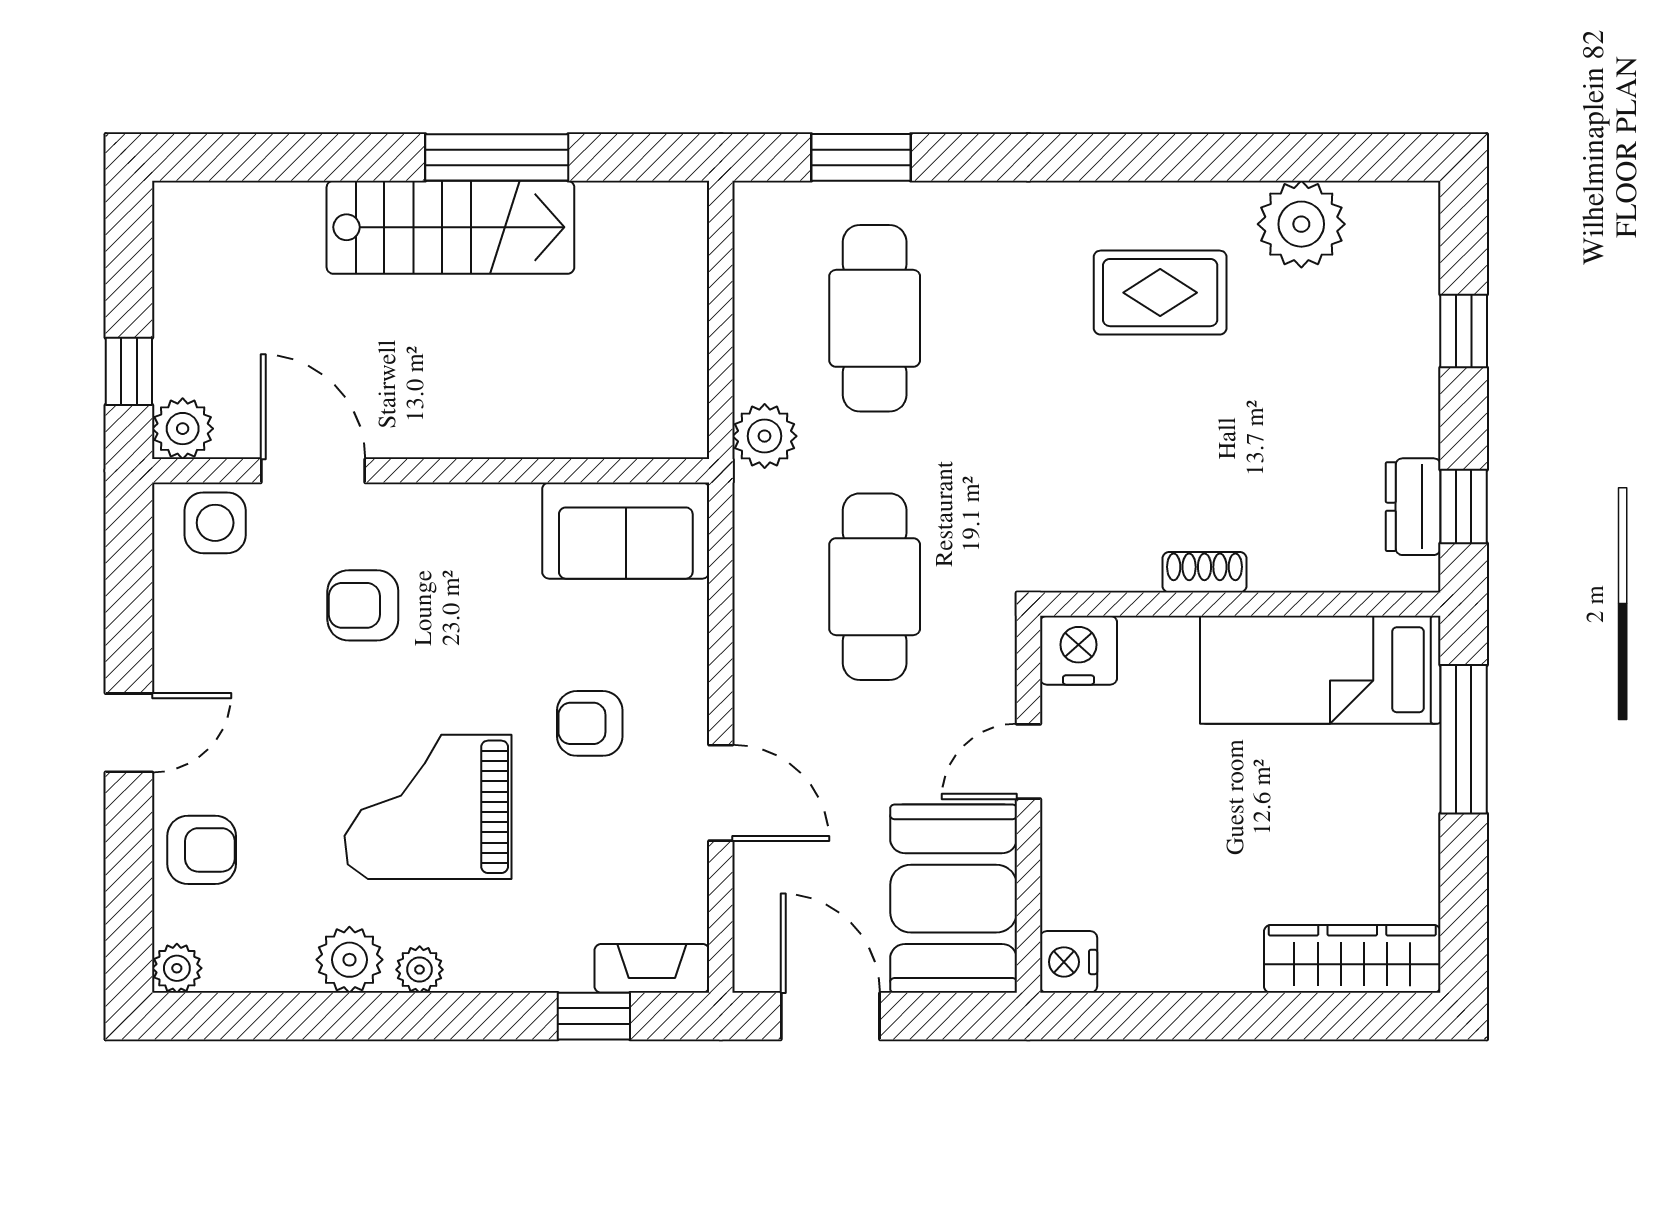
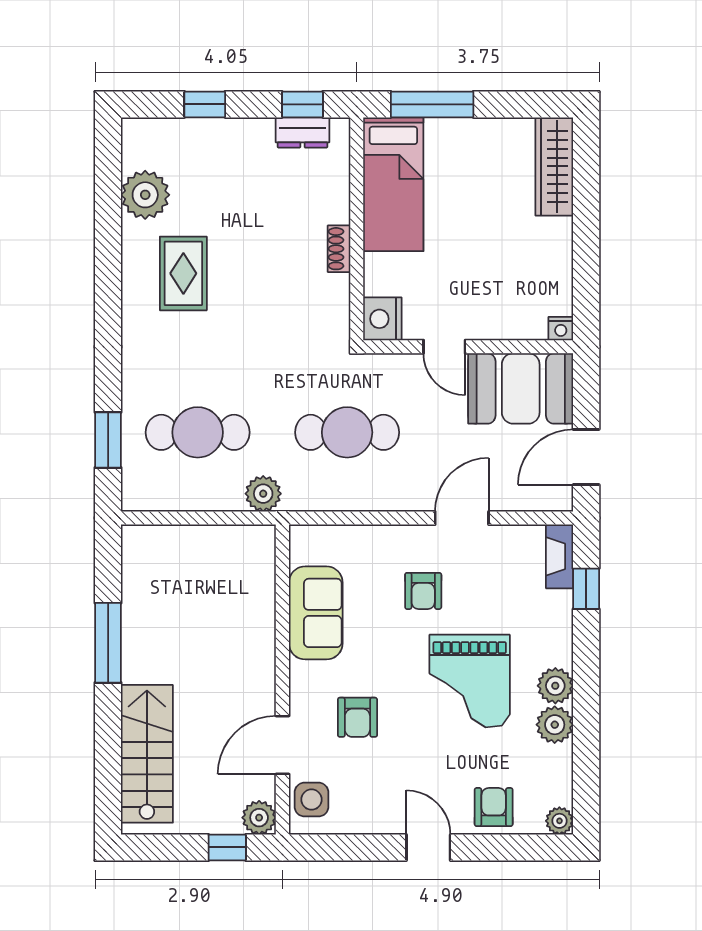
stairs: (450, 227) -> (147, 754), moved
sofa: (626, 531) -> (316, 613), moved
nightstand: (1069, 962) -> (561, 329), width x0.72, depth x0.74
plant: (420, 970) -> (555, 686), width x1.38, depth x1.38

